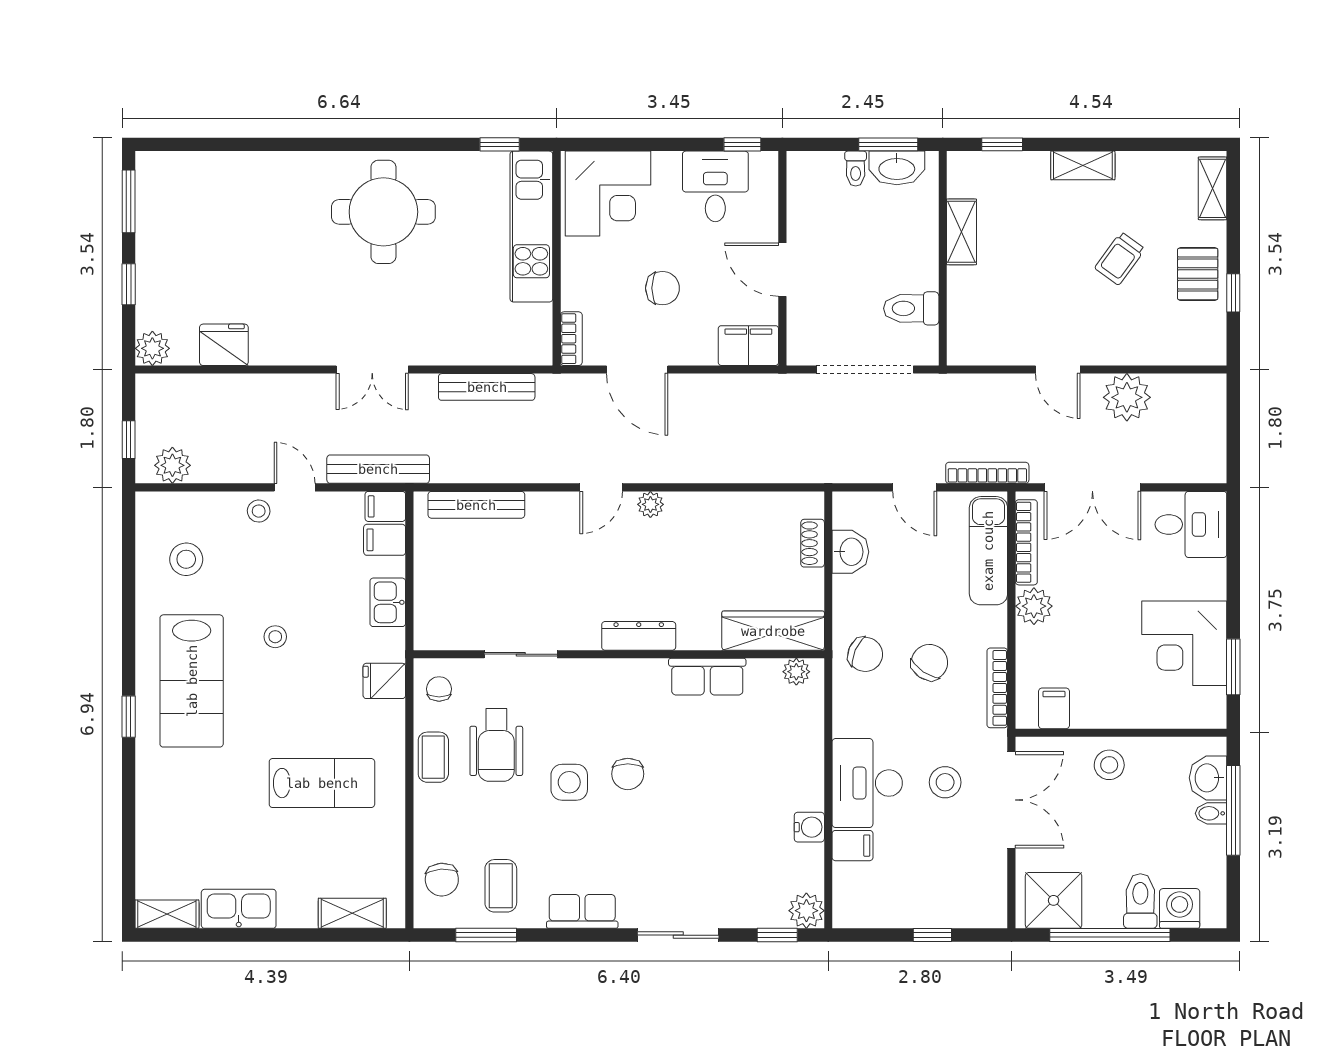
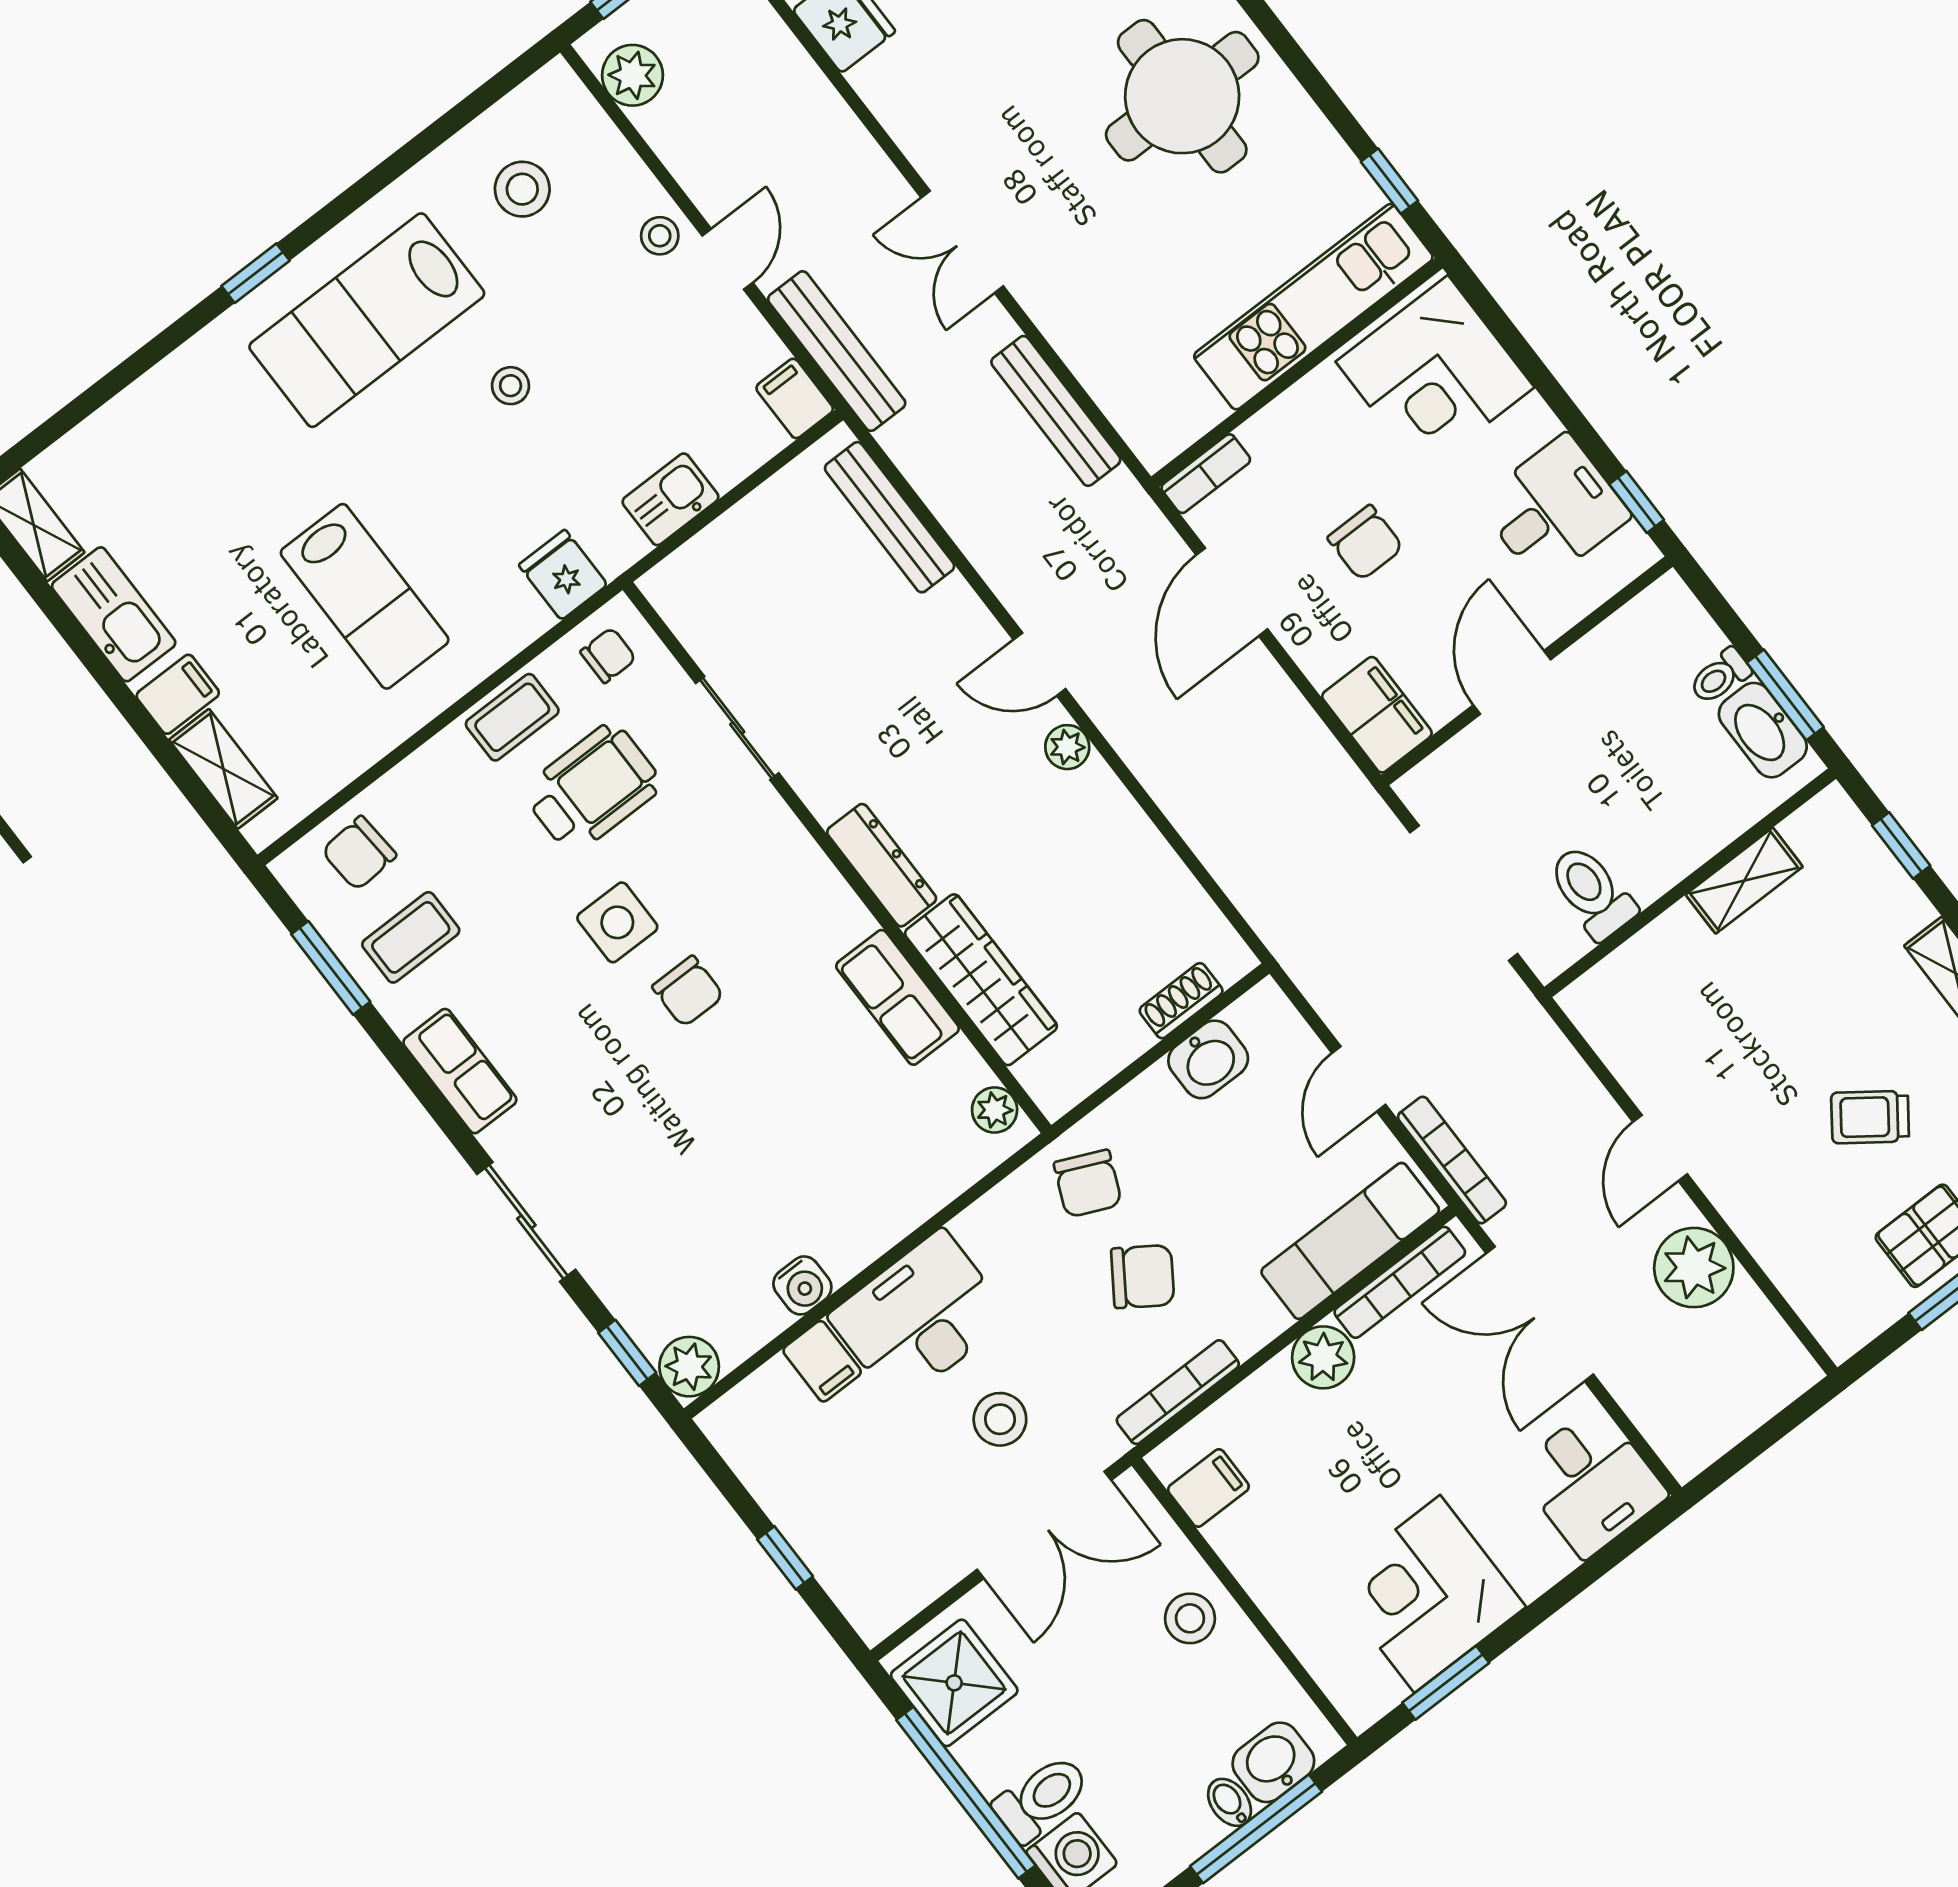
filing cabinet: (385, 540) -> (178, 694), moved, turned 90
wardrobe: (773, 631) -> (981, 980), moved
wheelchair: (496, 745) -> (592, 788), turned 180
chair: (628, 774) -> (688, 991), turned -90

